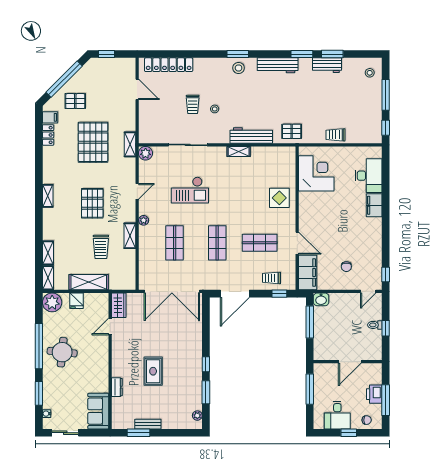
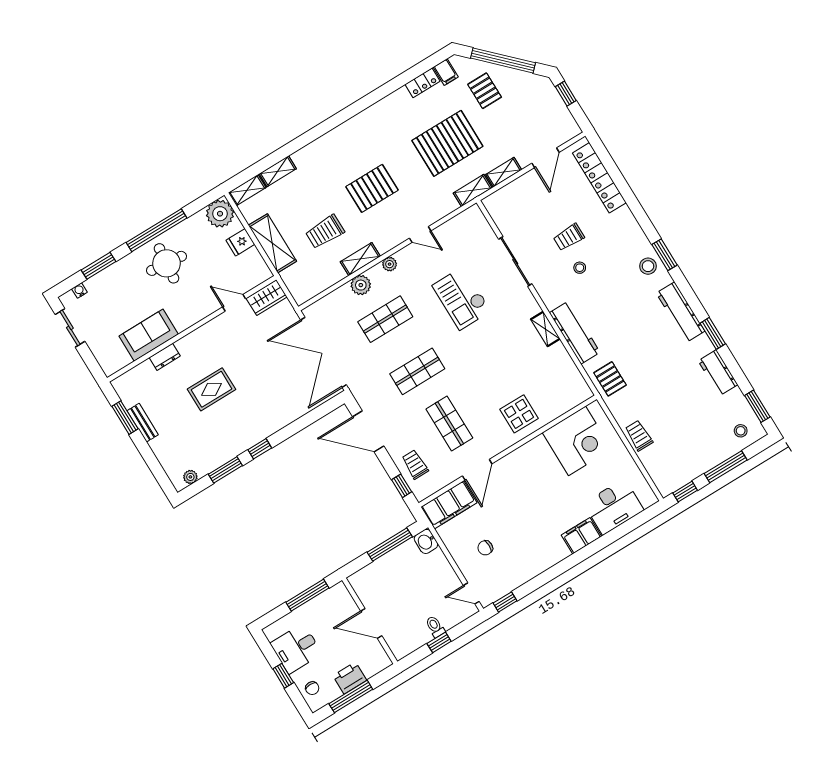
window: (332, 54) -> (757, 406), moved
plant: (146, 153) -> (361, 285), moved
shelving: (48, 196) -> (504, 172), moved
sofa: (98, 411) -> (149, 335), moved

